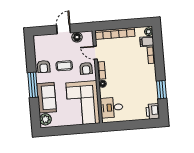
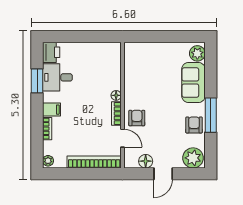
plant: (42, 42) -> (193, 158), added
filing cabinet: (147, 42) -> (52, 110), moved
coffee table: (64, 66) -> (166, 124), removed
window: (33, 85) -> (211, 115), moved
corner sofa: (83, 103) -> (145, 71), removed
desk: (112, 107) -> (57, 77), moved, turned 180

